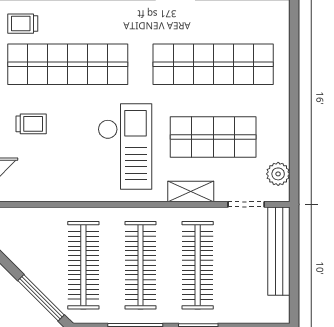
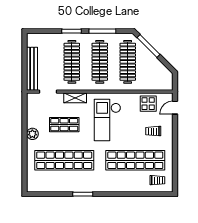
shop shelf: (213, 137) -> (64, 125), width x0.70, depth x0.74
plant: (278, 174) -> (32, 134), moved
display table: (42, 180) -> (148, 104), added

